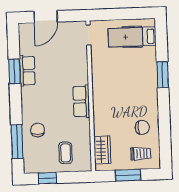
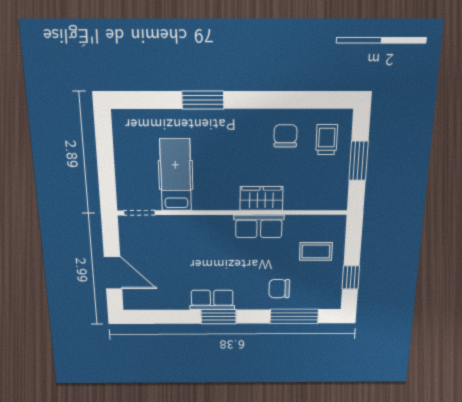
hospital bed: (132, 37) -> (176, 175), moved, turned 180
window: (14, 71) -> (219, 317), moved
row of seats: (27, 71) -> (212, 300), moved
row of seats: (81, 101) -> (259, 226), moved
wardrobe: (102, 150) -> (261, 198), moved

